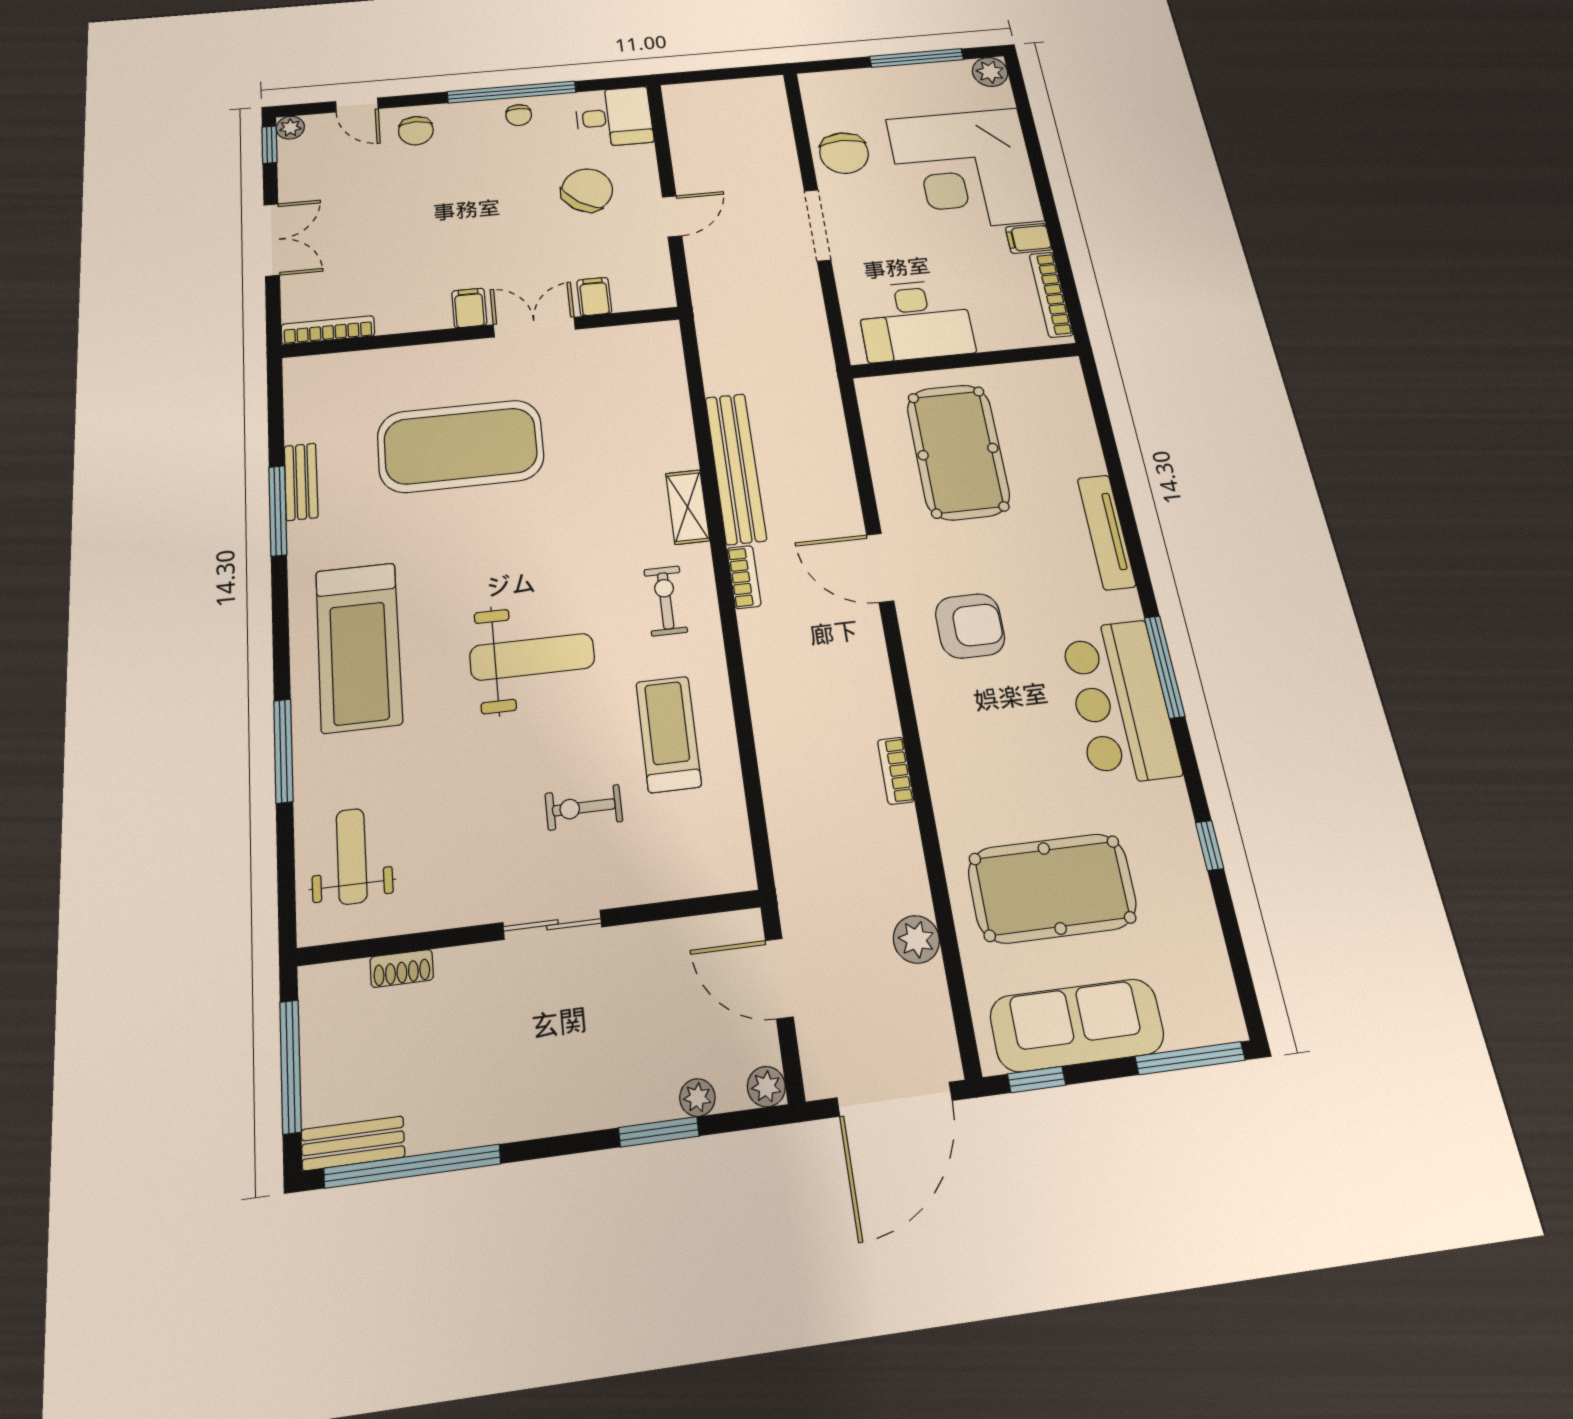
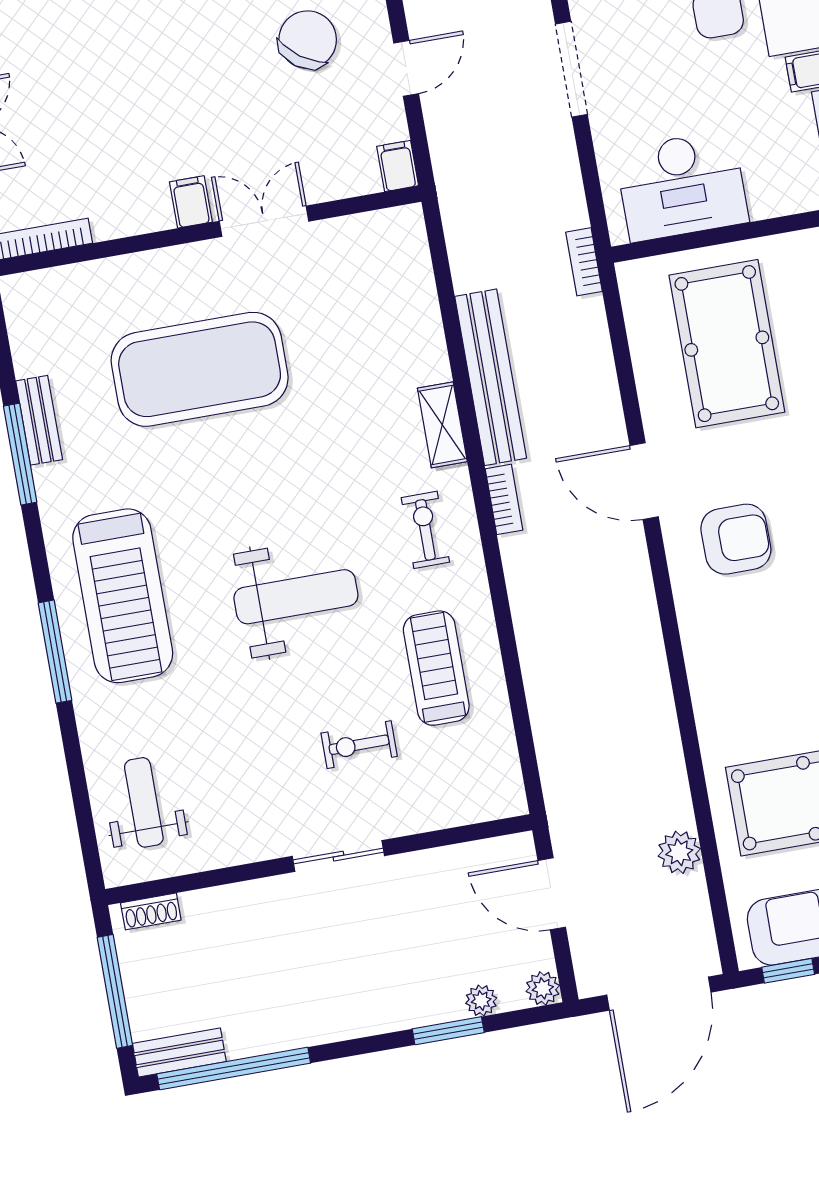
filing cabinet: (594, 297) -> (398, 166), moved
window: (283, 751) -> (55, 652), moved
bookcase: (896, 771) -> (584, 262), moved
shoe rack: (402, 968) -> (151, 911), moved

